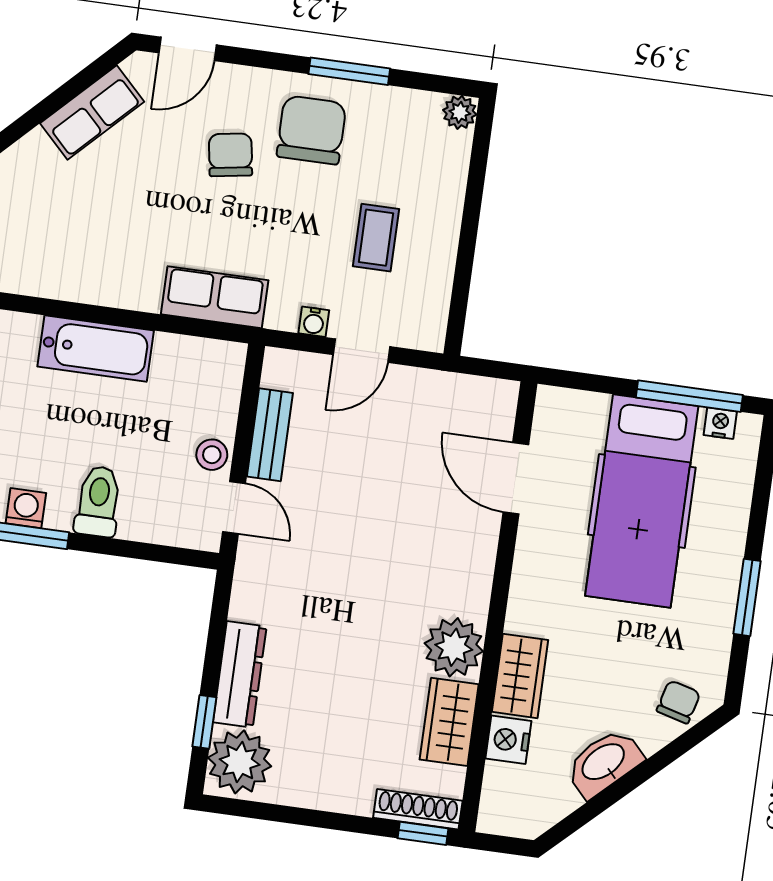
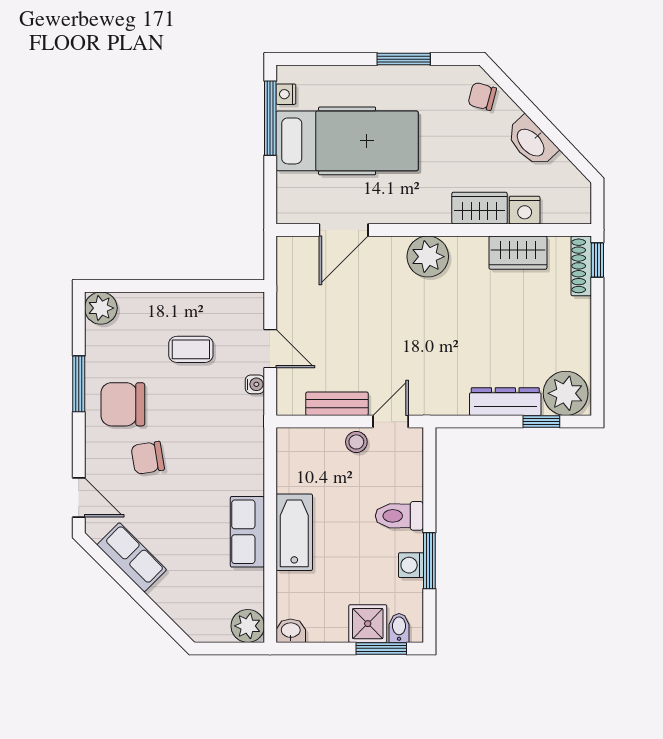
plant: (460, 112) -> (101, 308), width x1.38, depth x1.38
row of seats: (215, 297) -> (247, 532), moved
plant: (454, 647) -> (428, 257), moved

